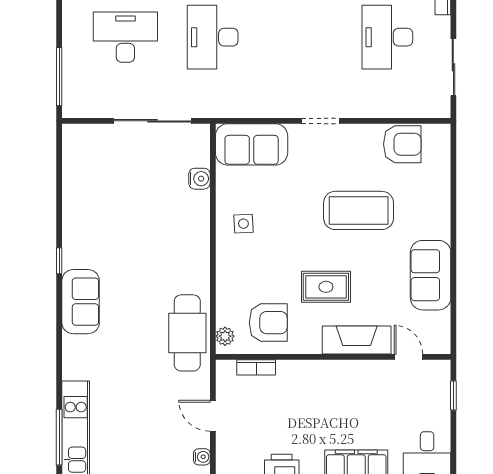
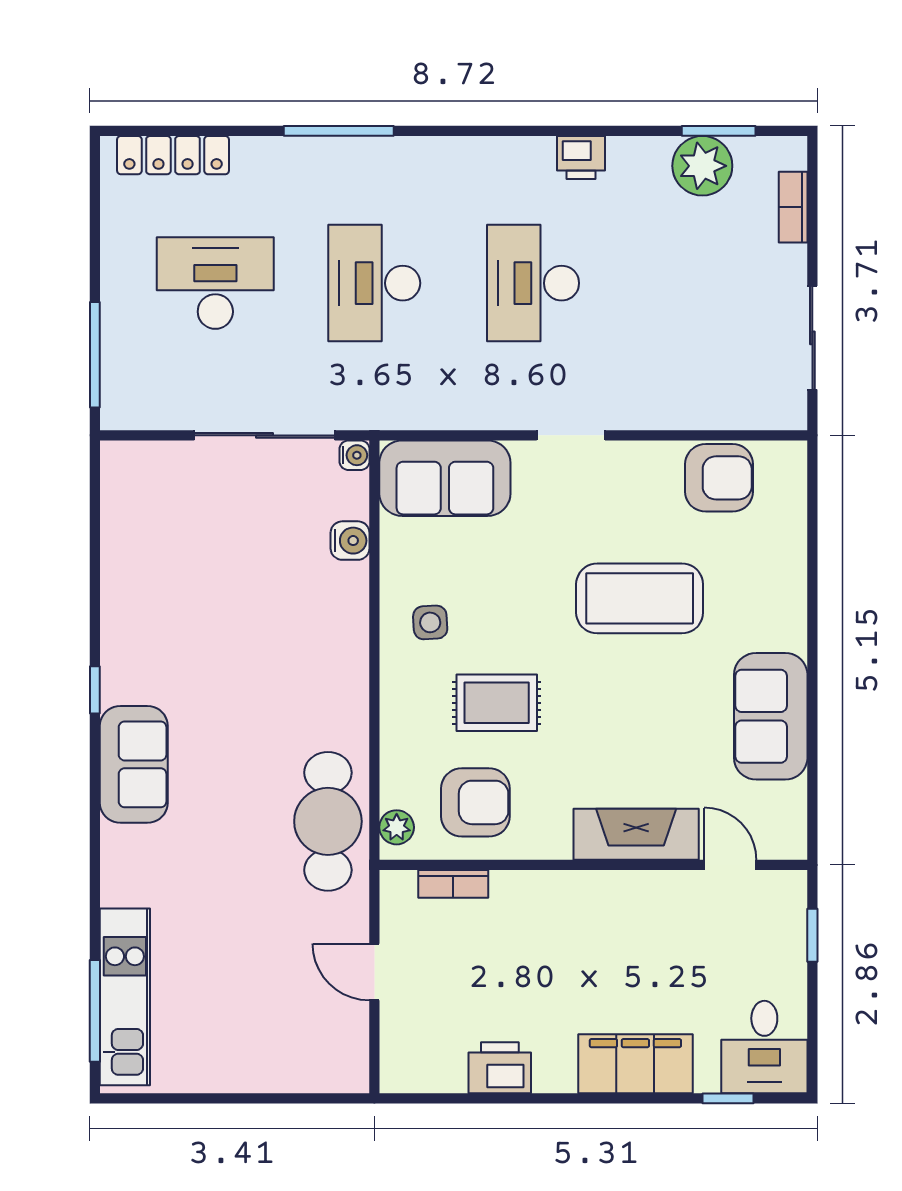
desk: (387, 37) -> (533, 283), moved
rug: (326, 287) -> (497, 703), moved
water cooler: (202, 457) -> (354, 455), moved

